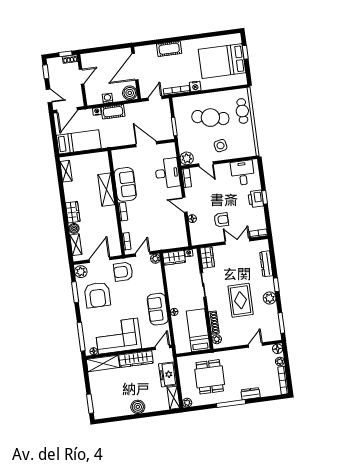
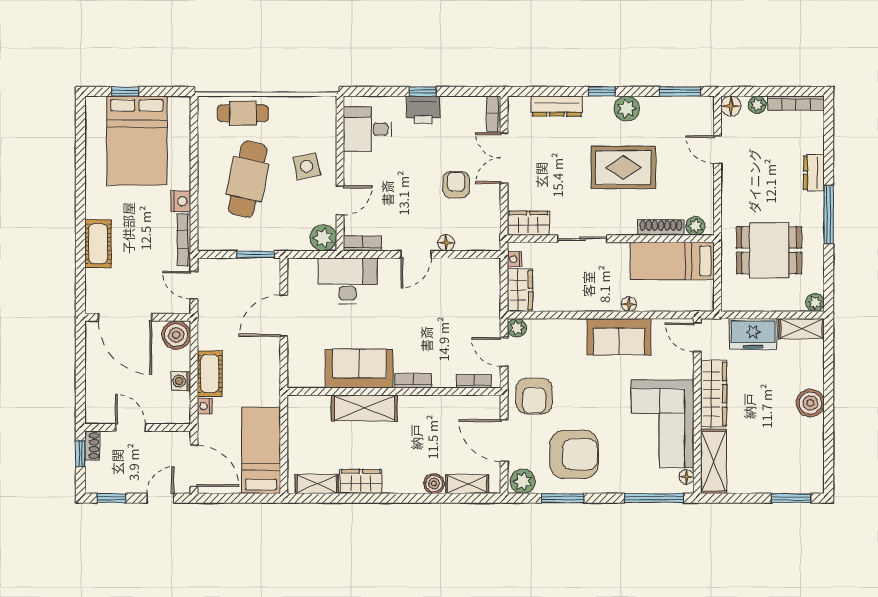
wardrobe: (73, 212) -> (361, 482), moved

